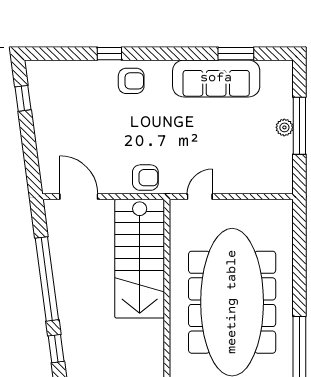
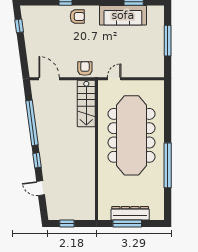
plant: (284, 127) -> (160, 42), removed
armchair: (145, 178) -> (85, 68), turned -90
stairs: (140, 259) -> (86, 103), width x0.73, depth x0.66

